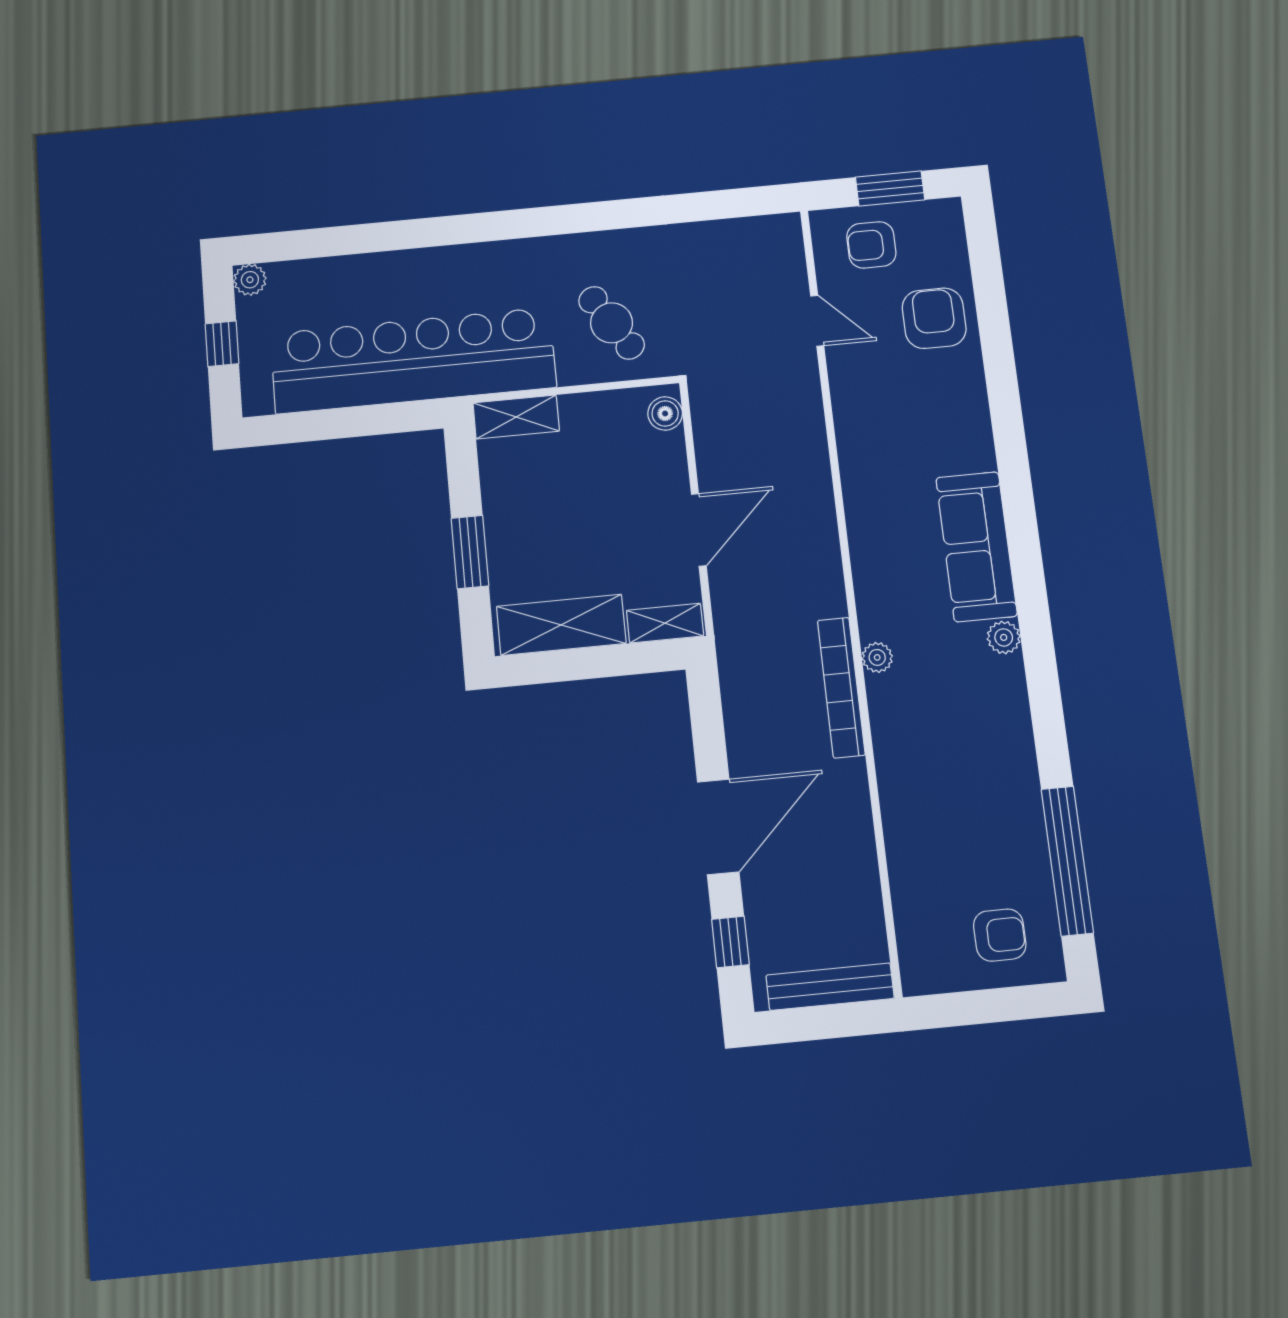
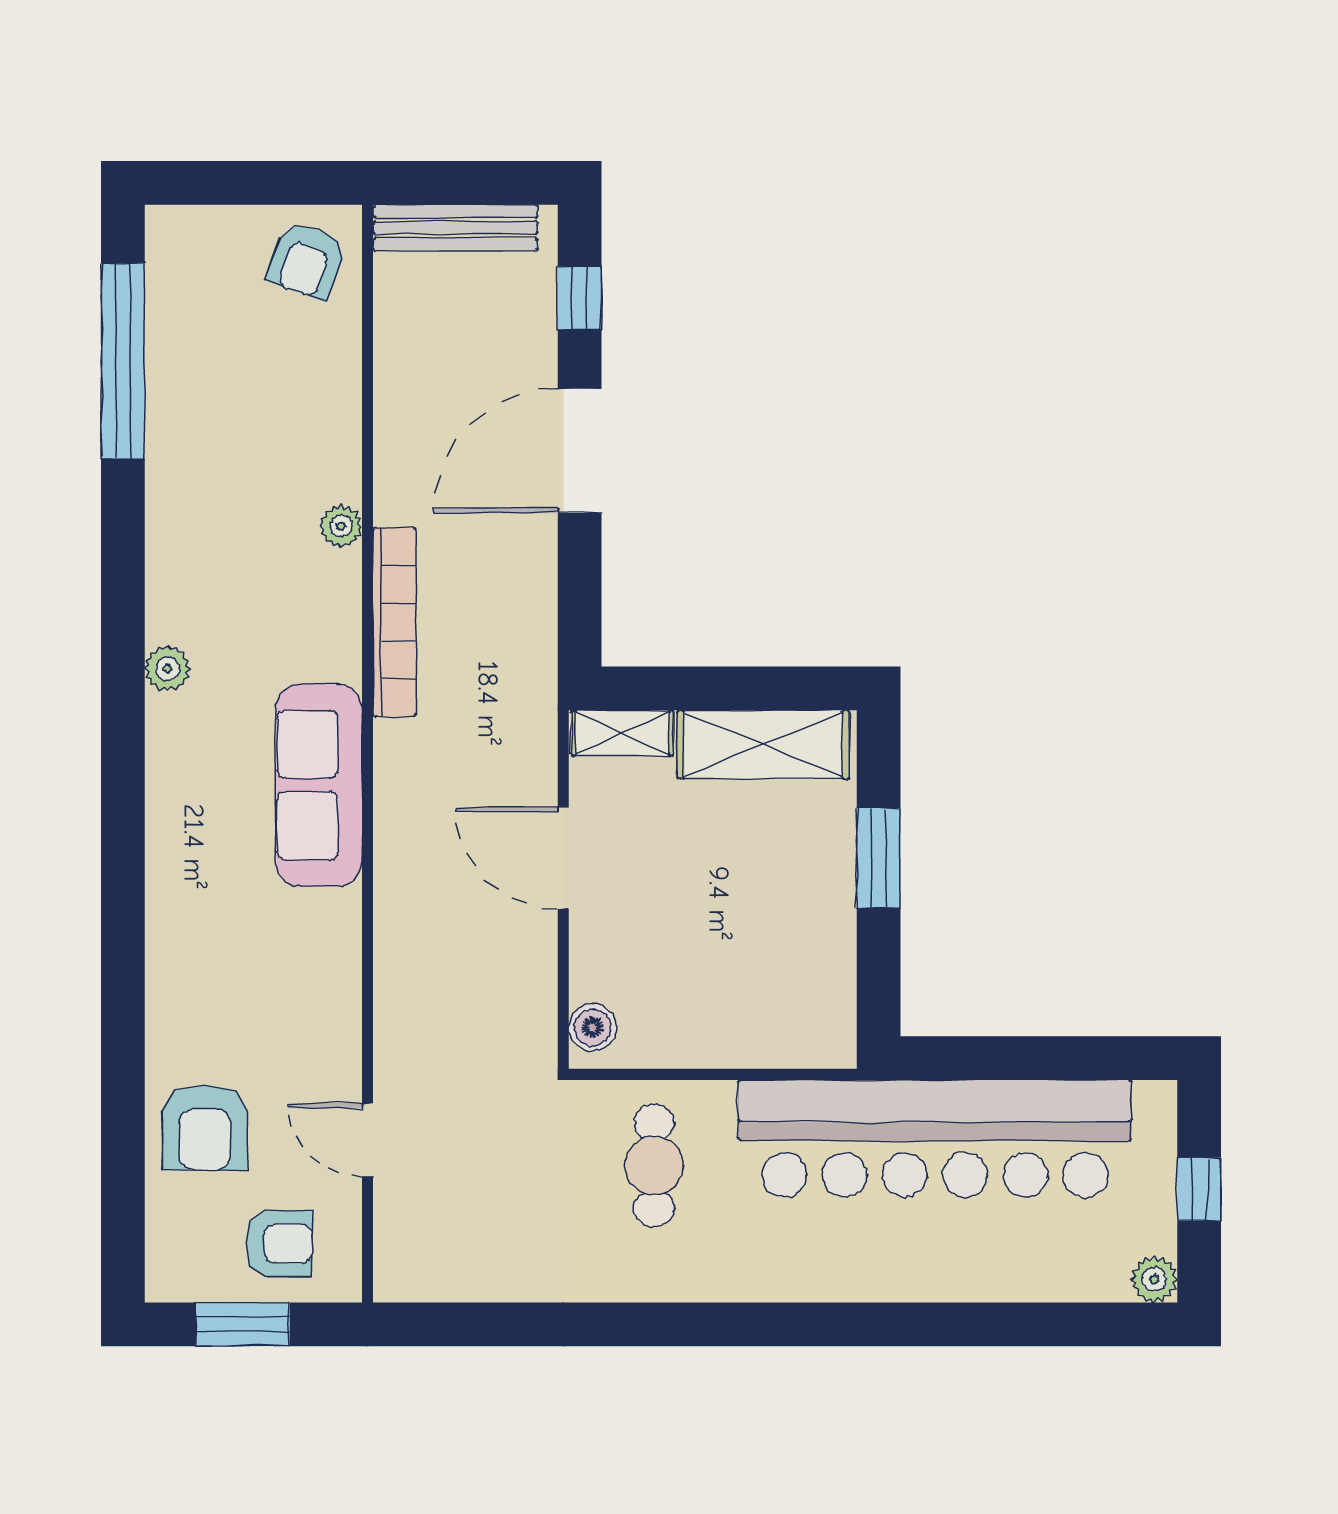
cafe table: (612, 323) -> (654, 1166), turned 32
shelving: (516, 417) -> (799, 1043), removed
door: (699, 530) -> (563, 858), hinge flipped
sofa: (976, 547) -> (319, 785), moved, turned 180
plant: (877, 657) -> (341, 526), moved
armchair: (1000, 935) -> (306, 260), moved, turned -70

